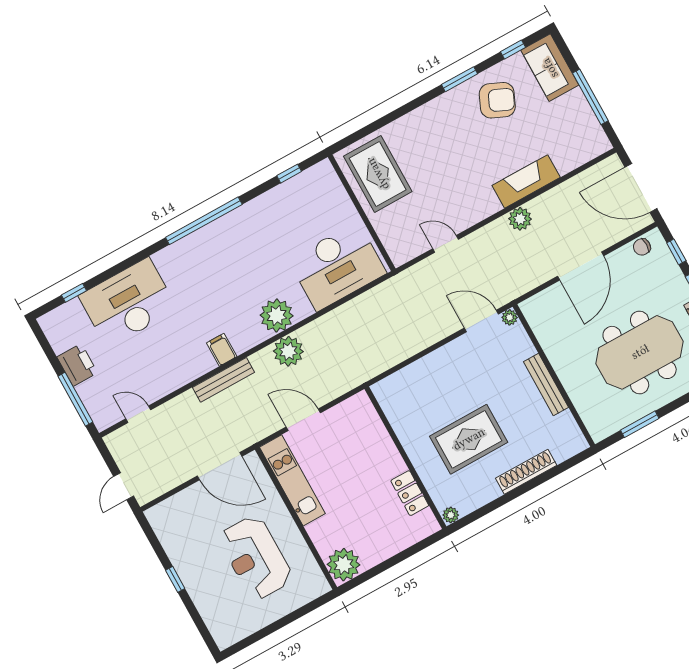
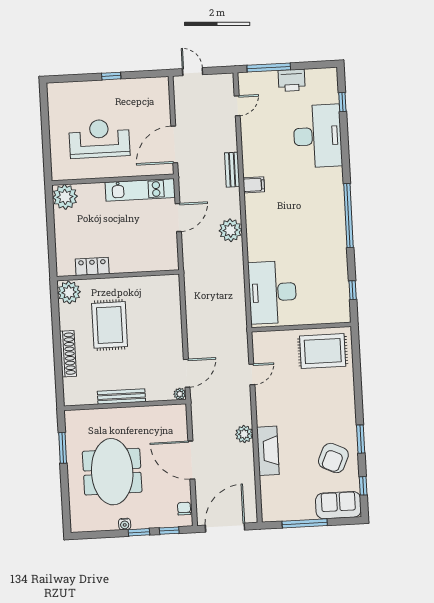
plant: (277, 315) -> (259, 234), removed
bench: (223, 380) -> (232, 170), width x0.73
plant: (451, 515) -> (69, 292), width x1.87, depth x1.87

